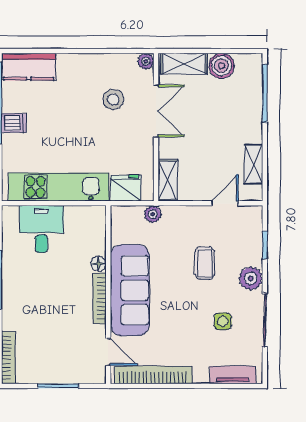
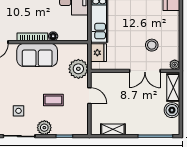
shelving: (168, 180) -> (103, 78), removed
door: (225, 203) -> (89, 96), moved
plant: (153, 214) -> (78, 69), width x1.88, depth x1.88
sofa: (130, 290) -> (37, 55), width x0.73

